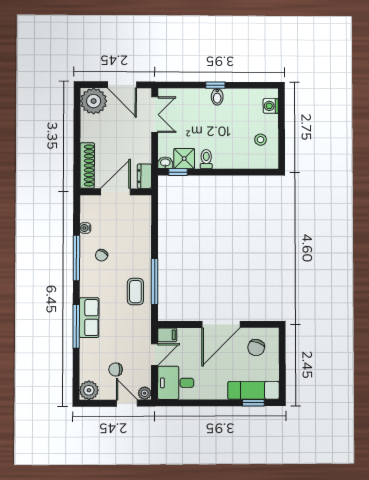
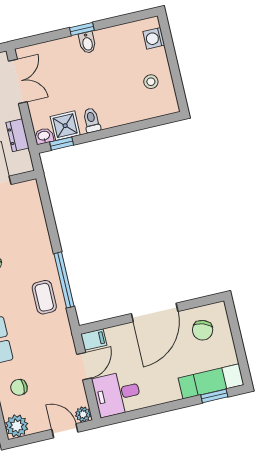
dresser: (144, 176) -> (17, 135), moved
chair: (116, 369) -> (19, 387), moved

